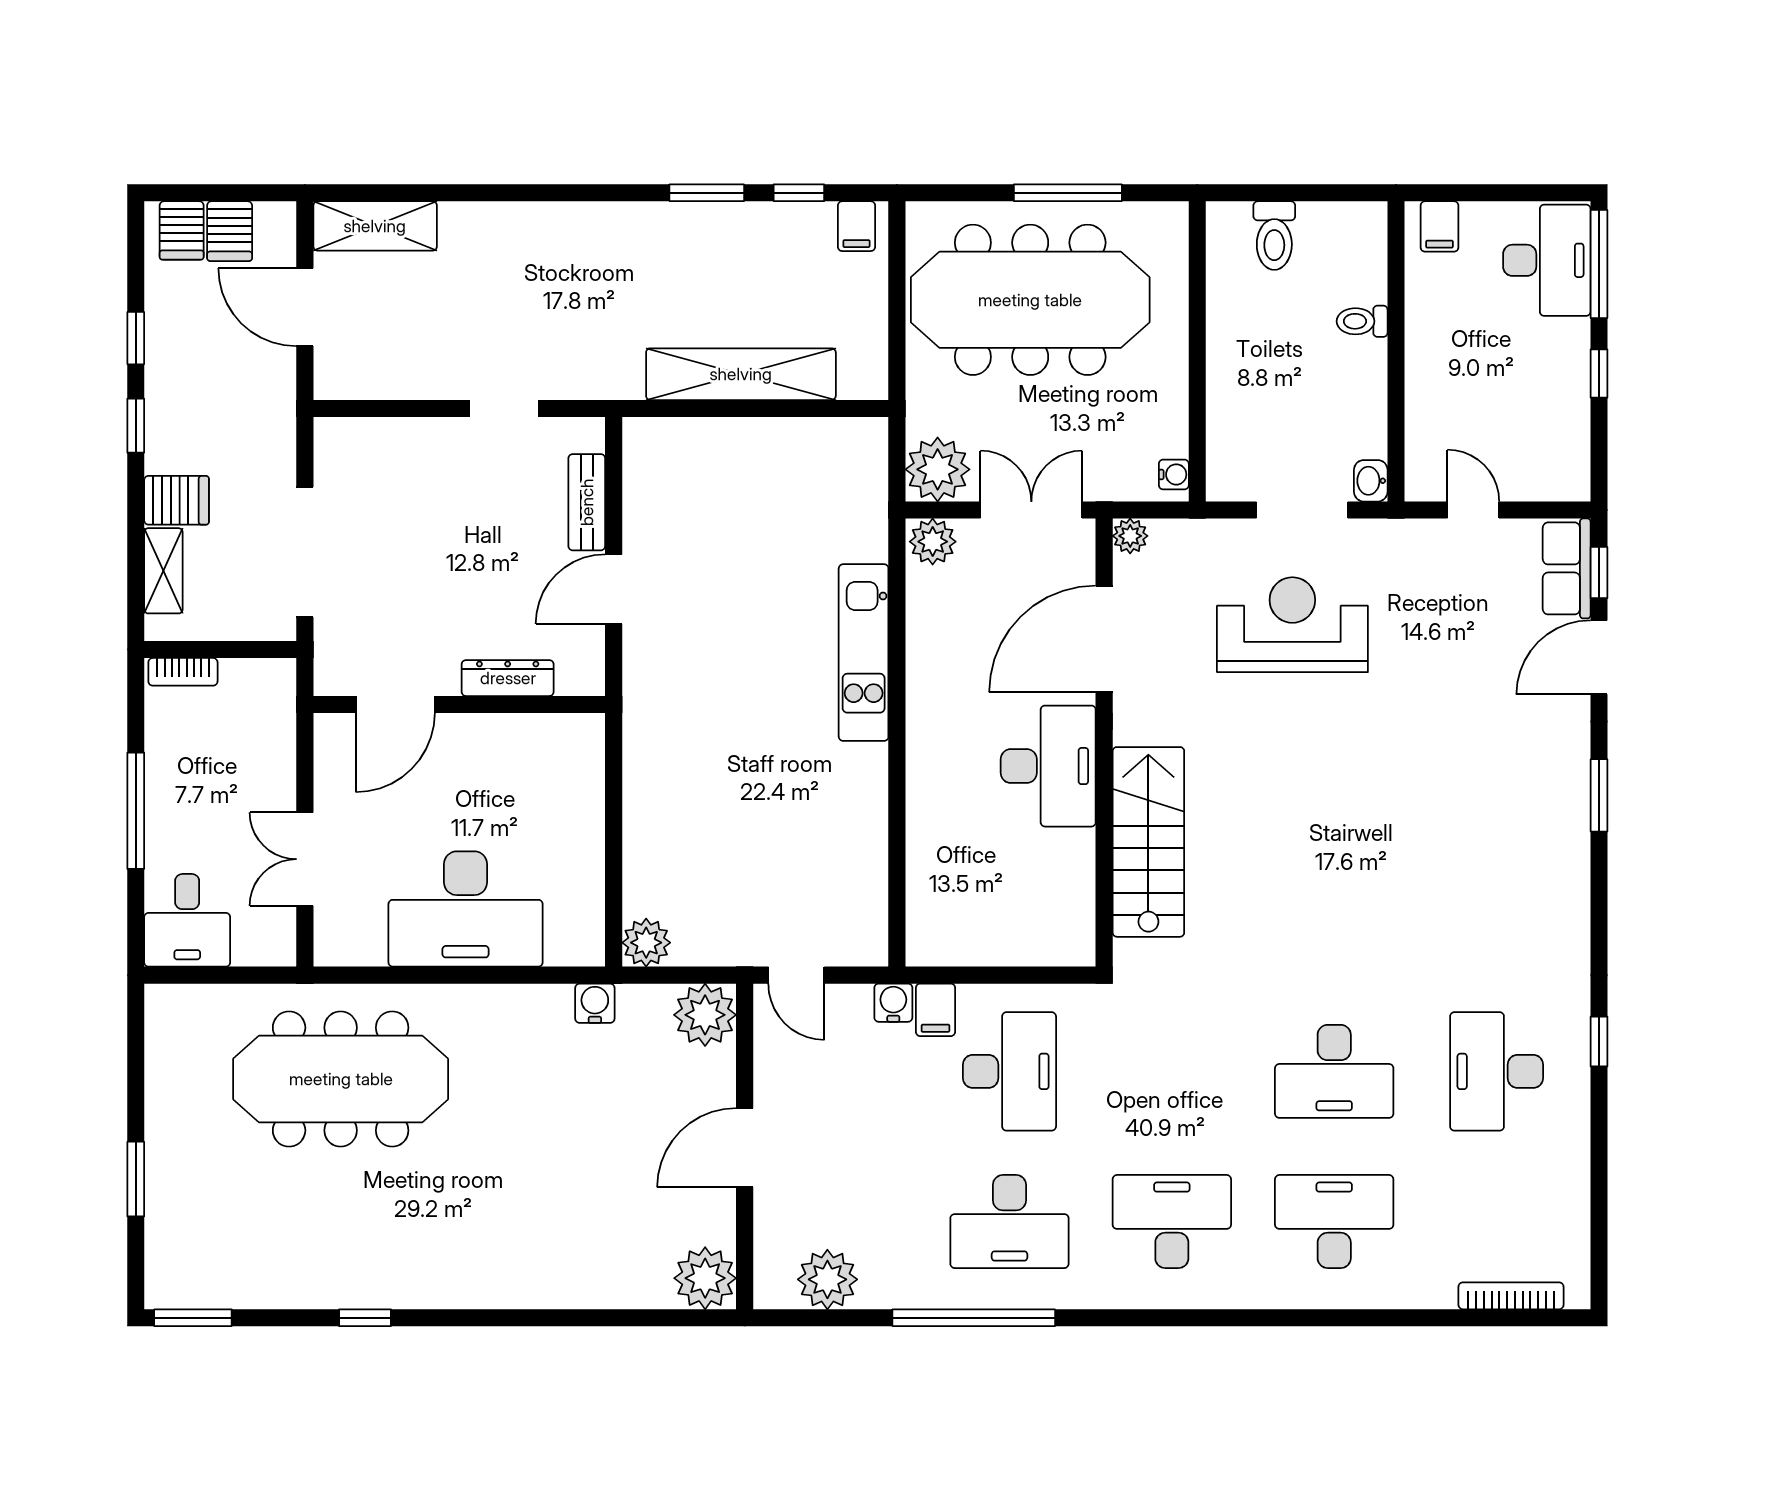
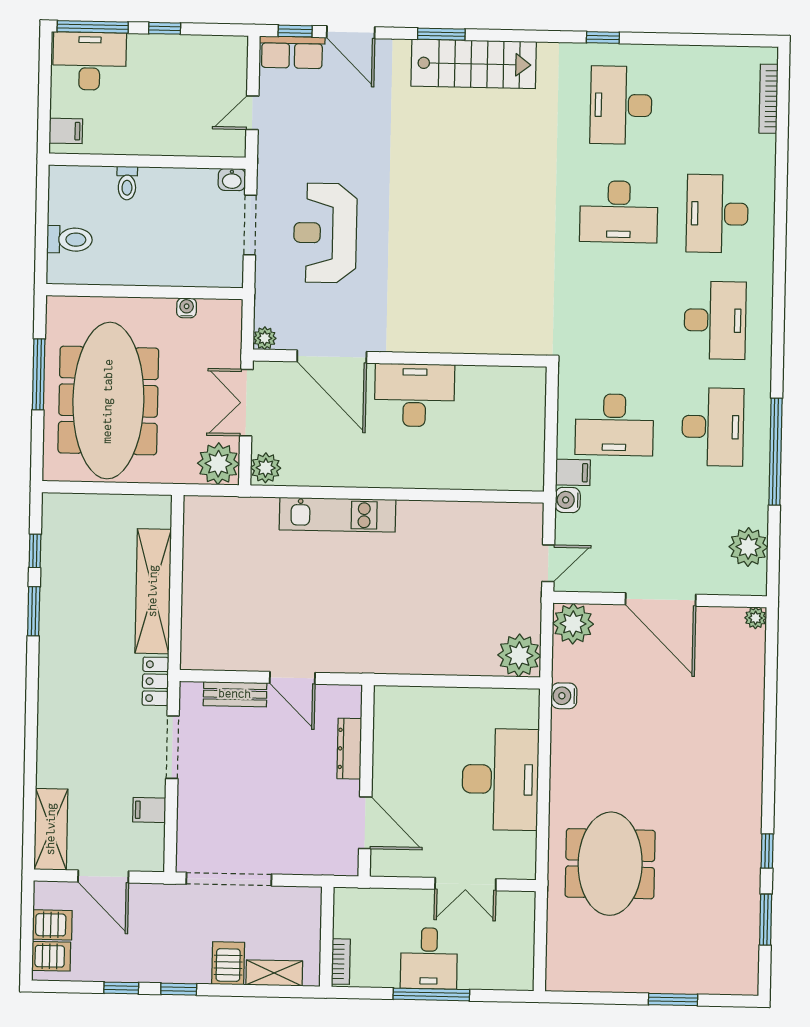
filing cabinet: (856, 226) -> (149, 810), moved, turned 180
door: (305, 307) -> (103, 877), hinge flipped
locker: (604, 380) -> (155, 681), added
doorway: (504, 408) -> (172, 747), width x1.38
water cooler: (1174, 474) -> (187, 308), moved
doorway: (305, 552) -> (229, 879), moved
stairs: (1148, 842) -> (474, 64), moved, turned 180
desk: (187, 920) -> (429, 958), moved, turned 90
plant: (646, 943) -> (519, 655), width x1.36, depth x1.36
desk: (1009, 1071) -> (614, 425), turned 180
desk: (1334, 1071) -> (619, 212), turned 90
desk: (1497, 1071) -> (621, 105), turned 90
meeting table: (341, 1079) -> (610, 864), width x0.73
door: (745, 1148) -> (661, 599), width x1.36
desk: (1172, 1222) -> (715, 320), turned 180
plant: (705, 1278) -> (756, 618), width x0.53, depth x0.53
window: (193, 1318) -> (766, 920), moved

